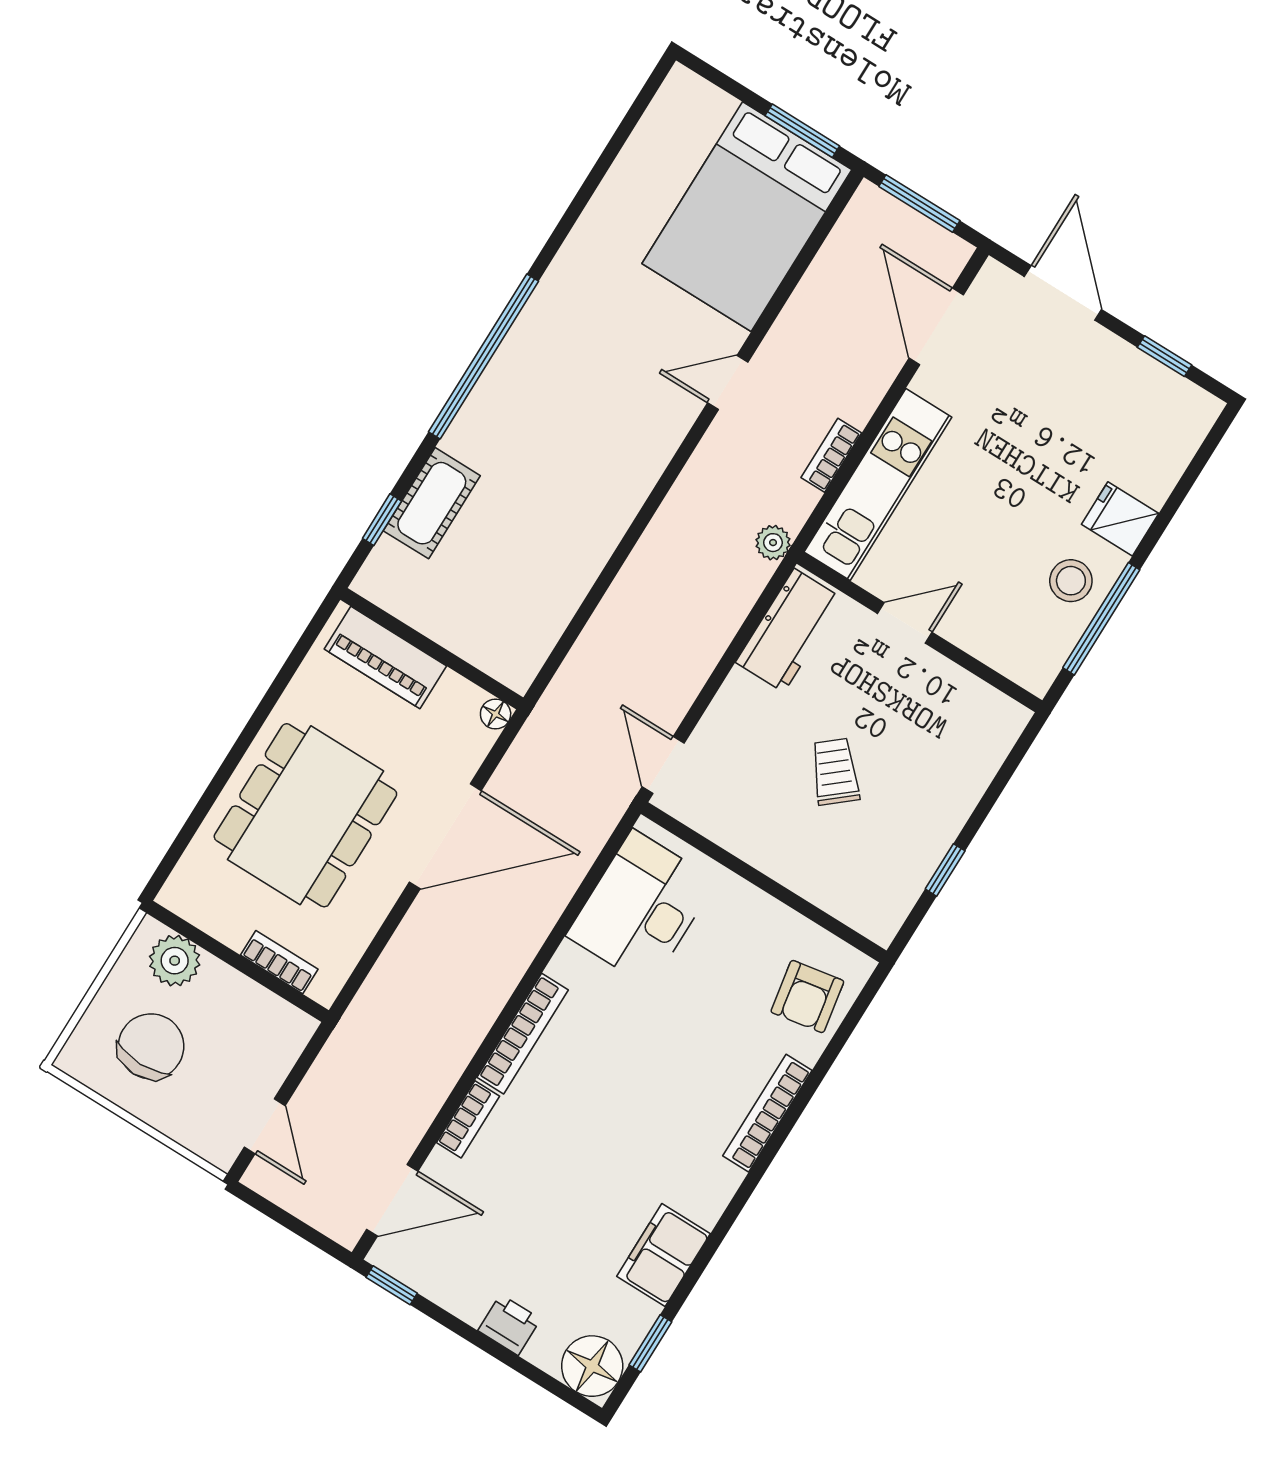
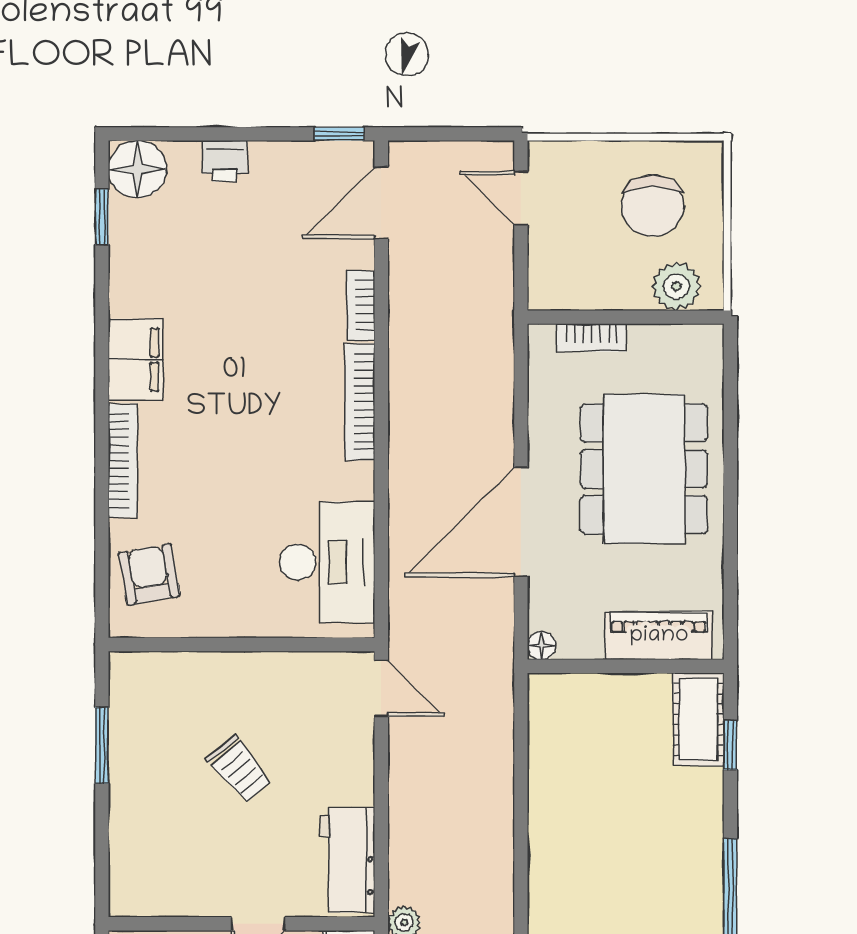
cot: (432, 503) -> (699, 719), moved
window: (945, 870) -> (102, 745), width x1.50
filing cabinet: (663, 1255) -> (136, 360), moved

